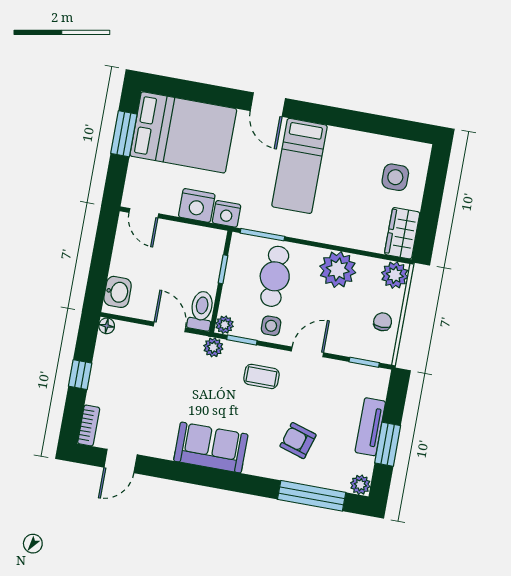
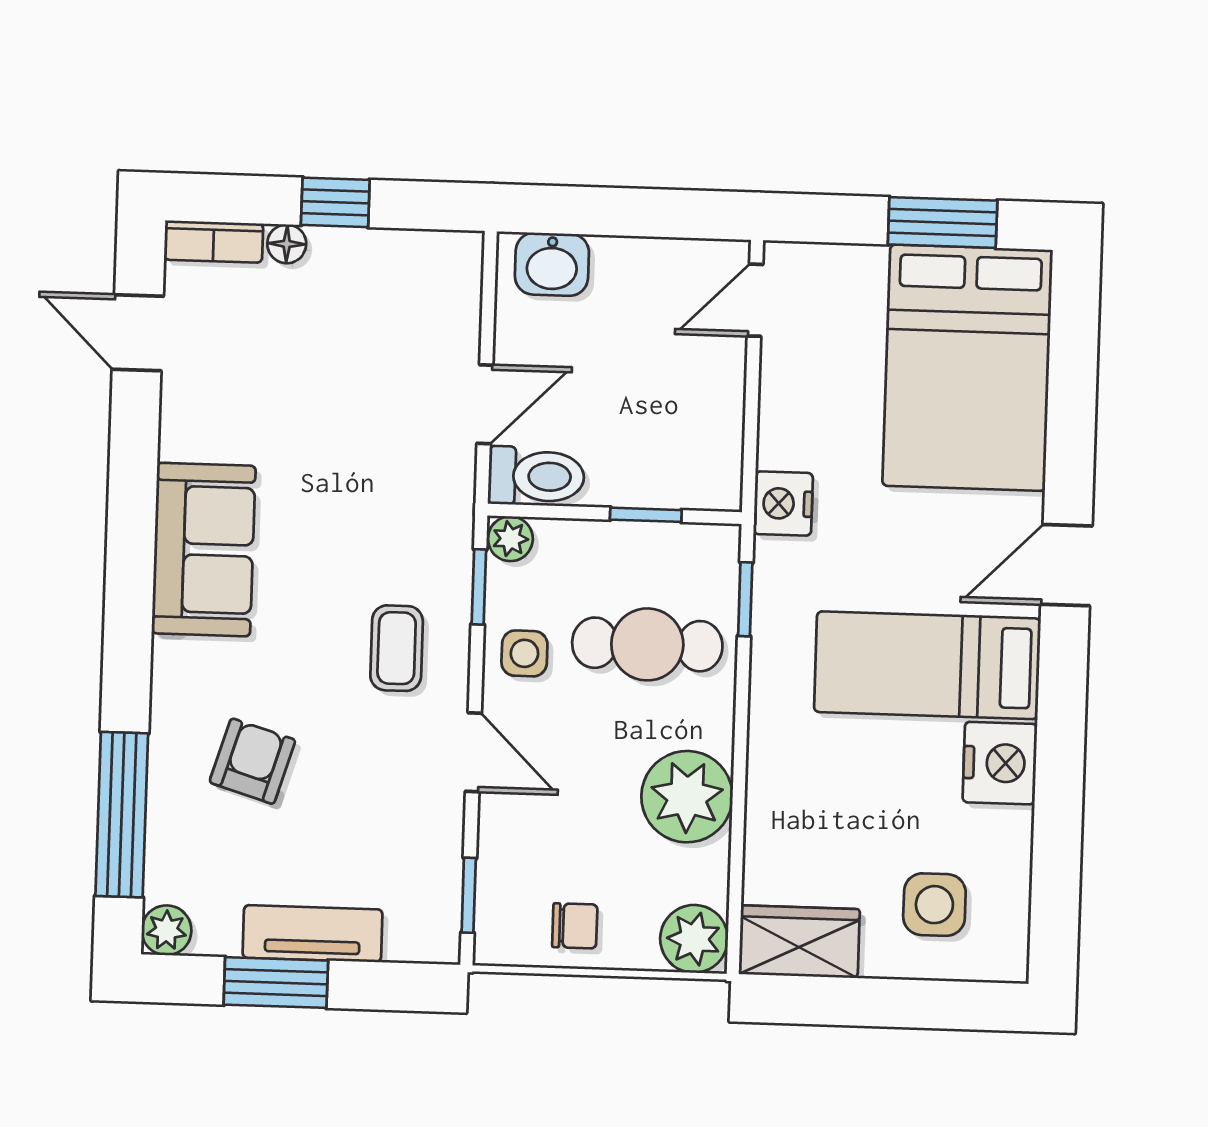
nightstand: (197, 205) -> (1000, 763), moved, turned 180
window: (262, 235) -> (745, 599), width x0.67
floor lamp: (107, 326) -> (287, 244), moved
plant: (213, 347) -> (451, 519), removed

